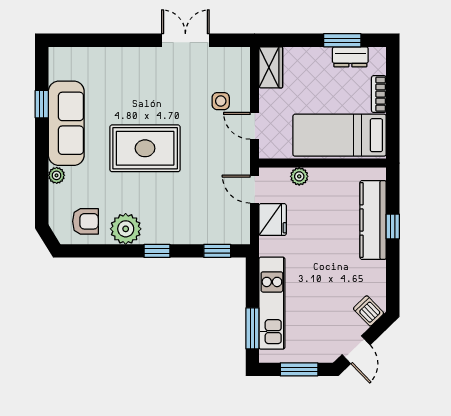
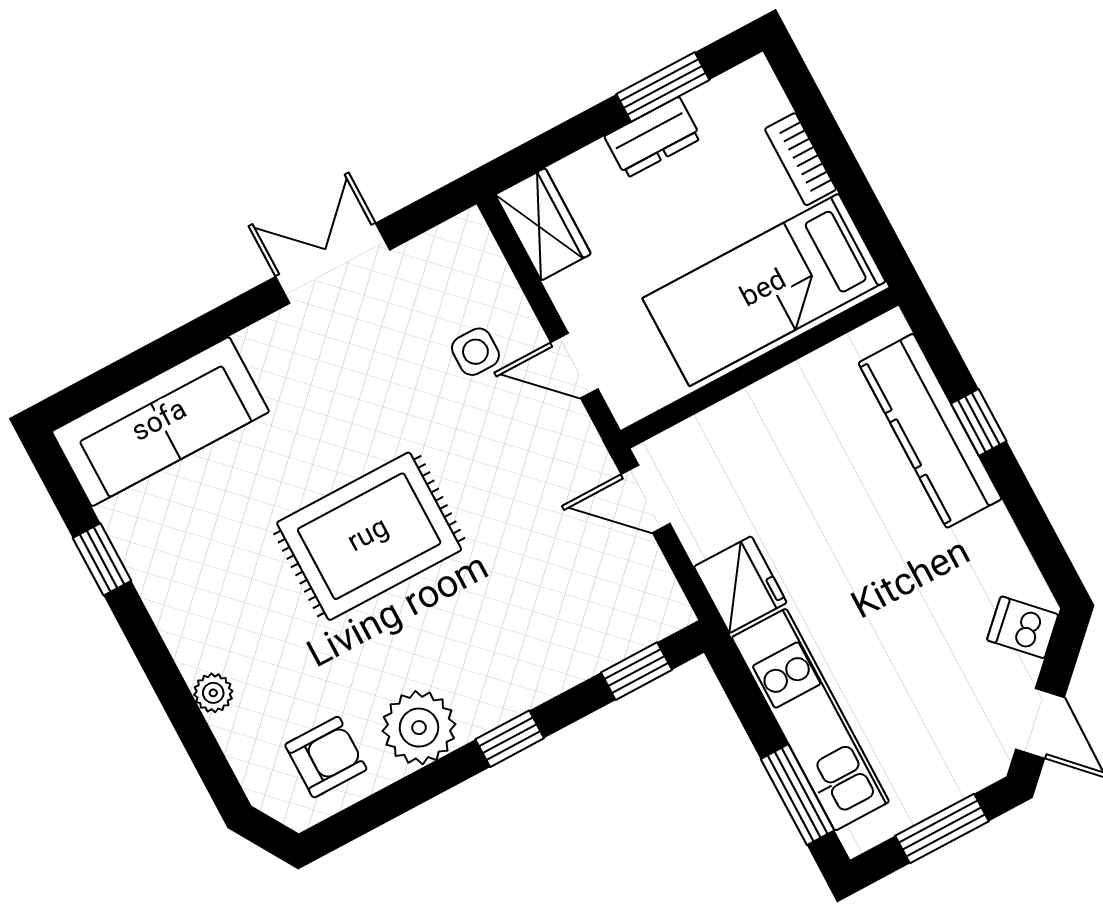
dresser: (350, 57) -> (653, 137), moved
sofa: (66, 123) -> (160, 422), moved, turned 90
plant: (299, 176) -> (725, 422), removed
fridge: (273, 220) -> (740, 585), moved

